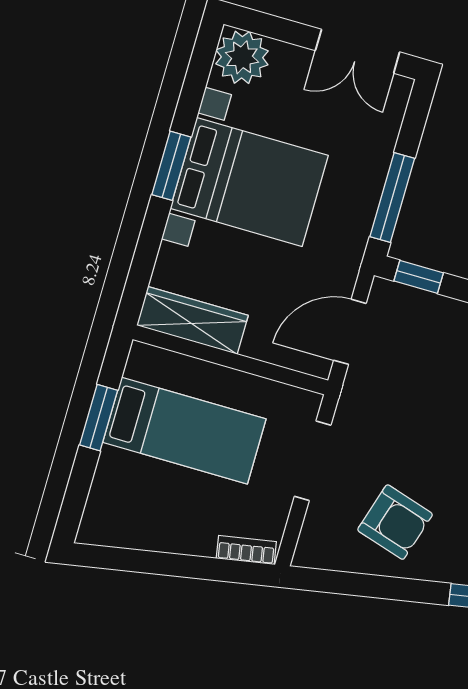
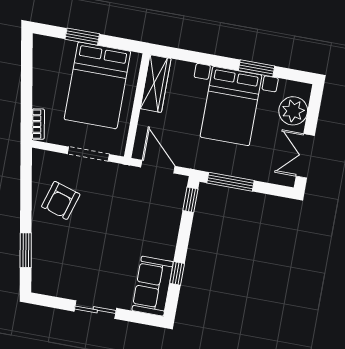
plant: (242, 57) -> (293, 111), moved
window: (171, 166) -> (256, 68), moved
window: (99, 418) -> (82, 37), moved
bed: (184, 431) -> (97, 85), width x1.50

